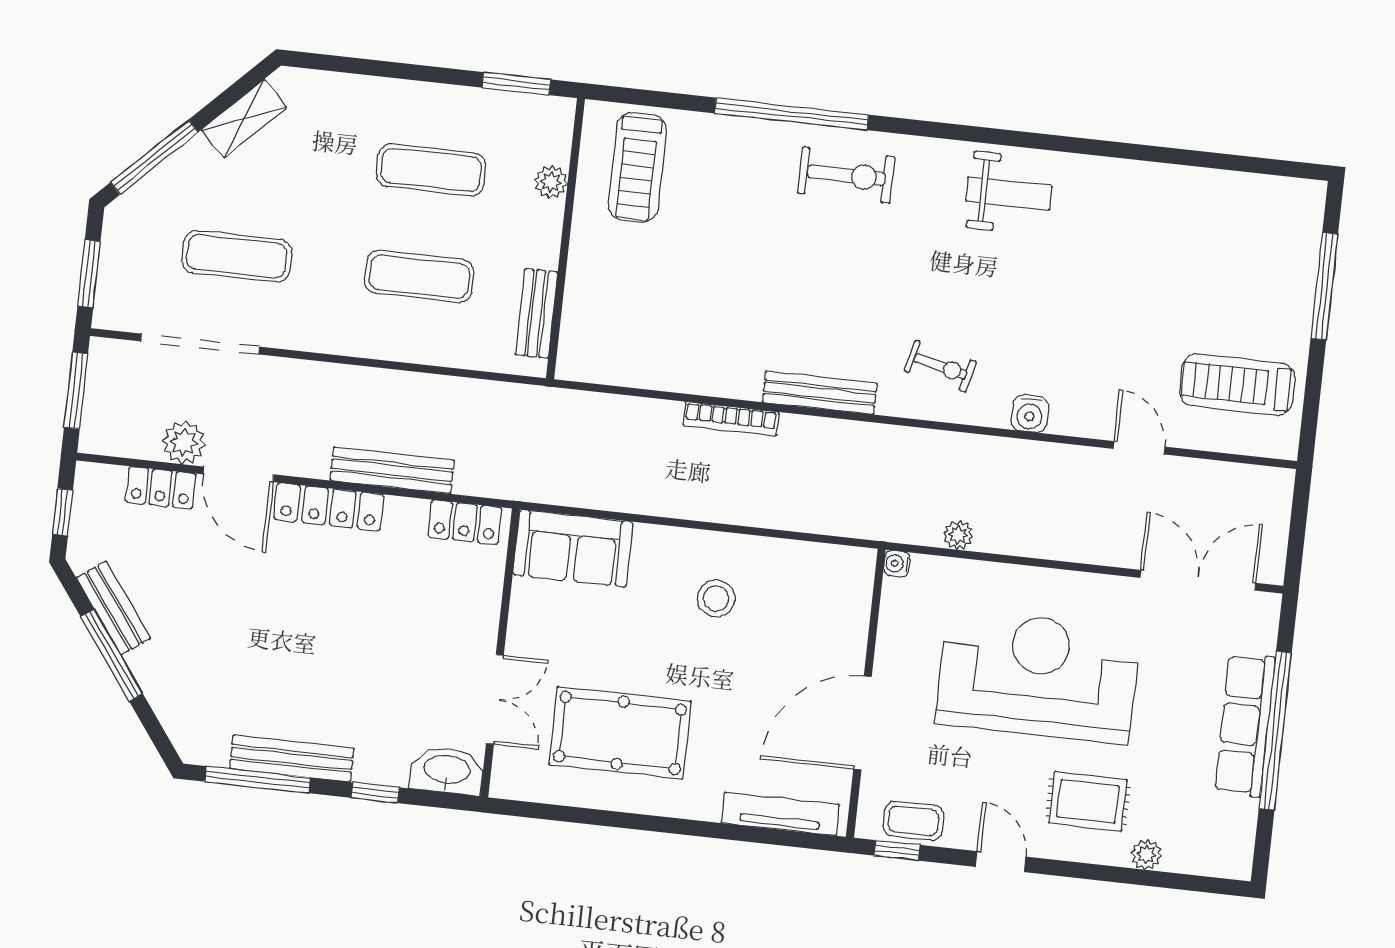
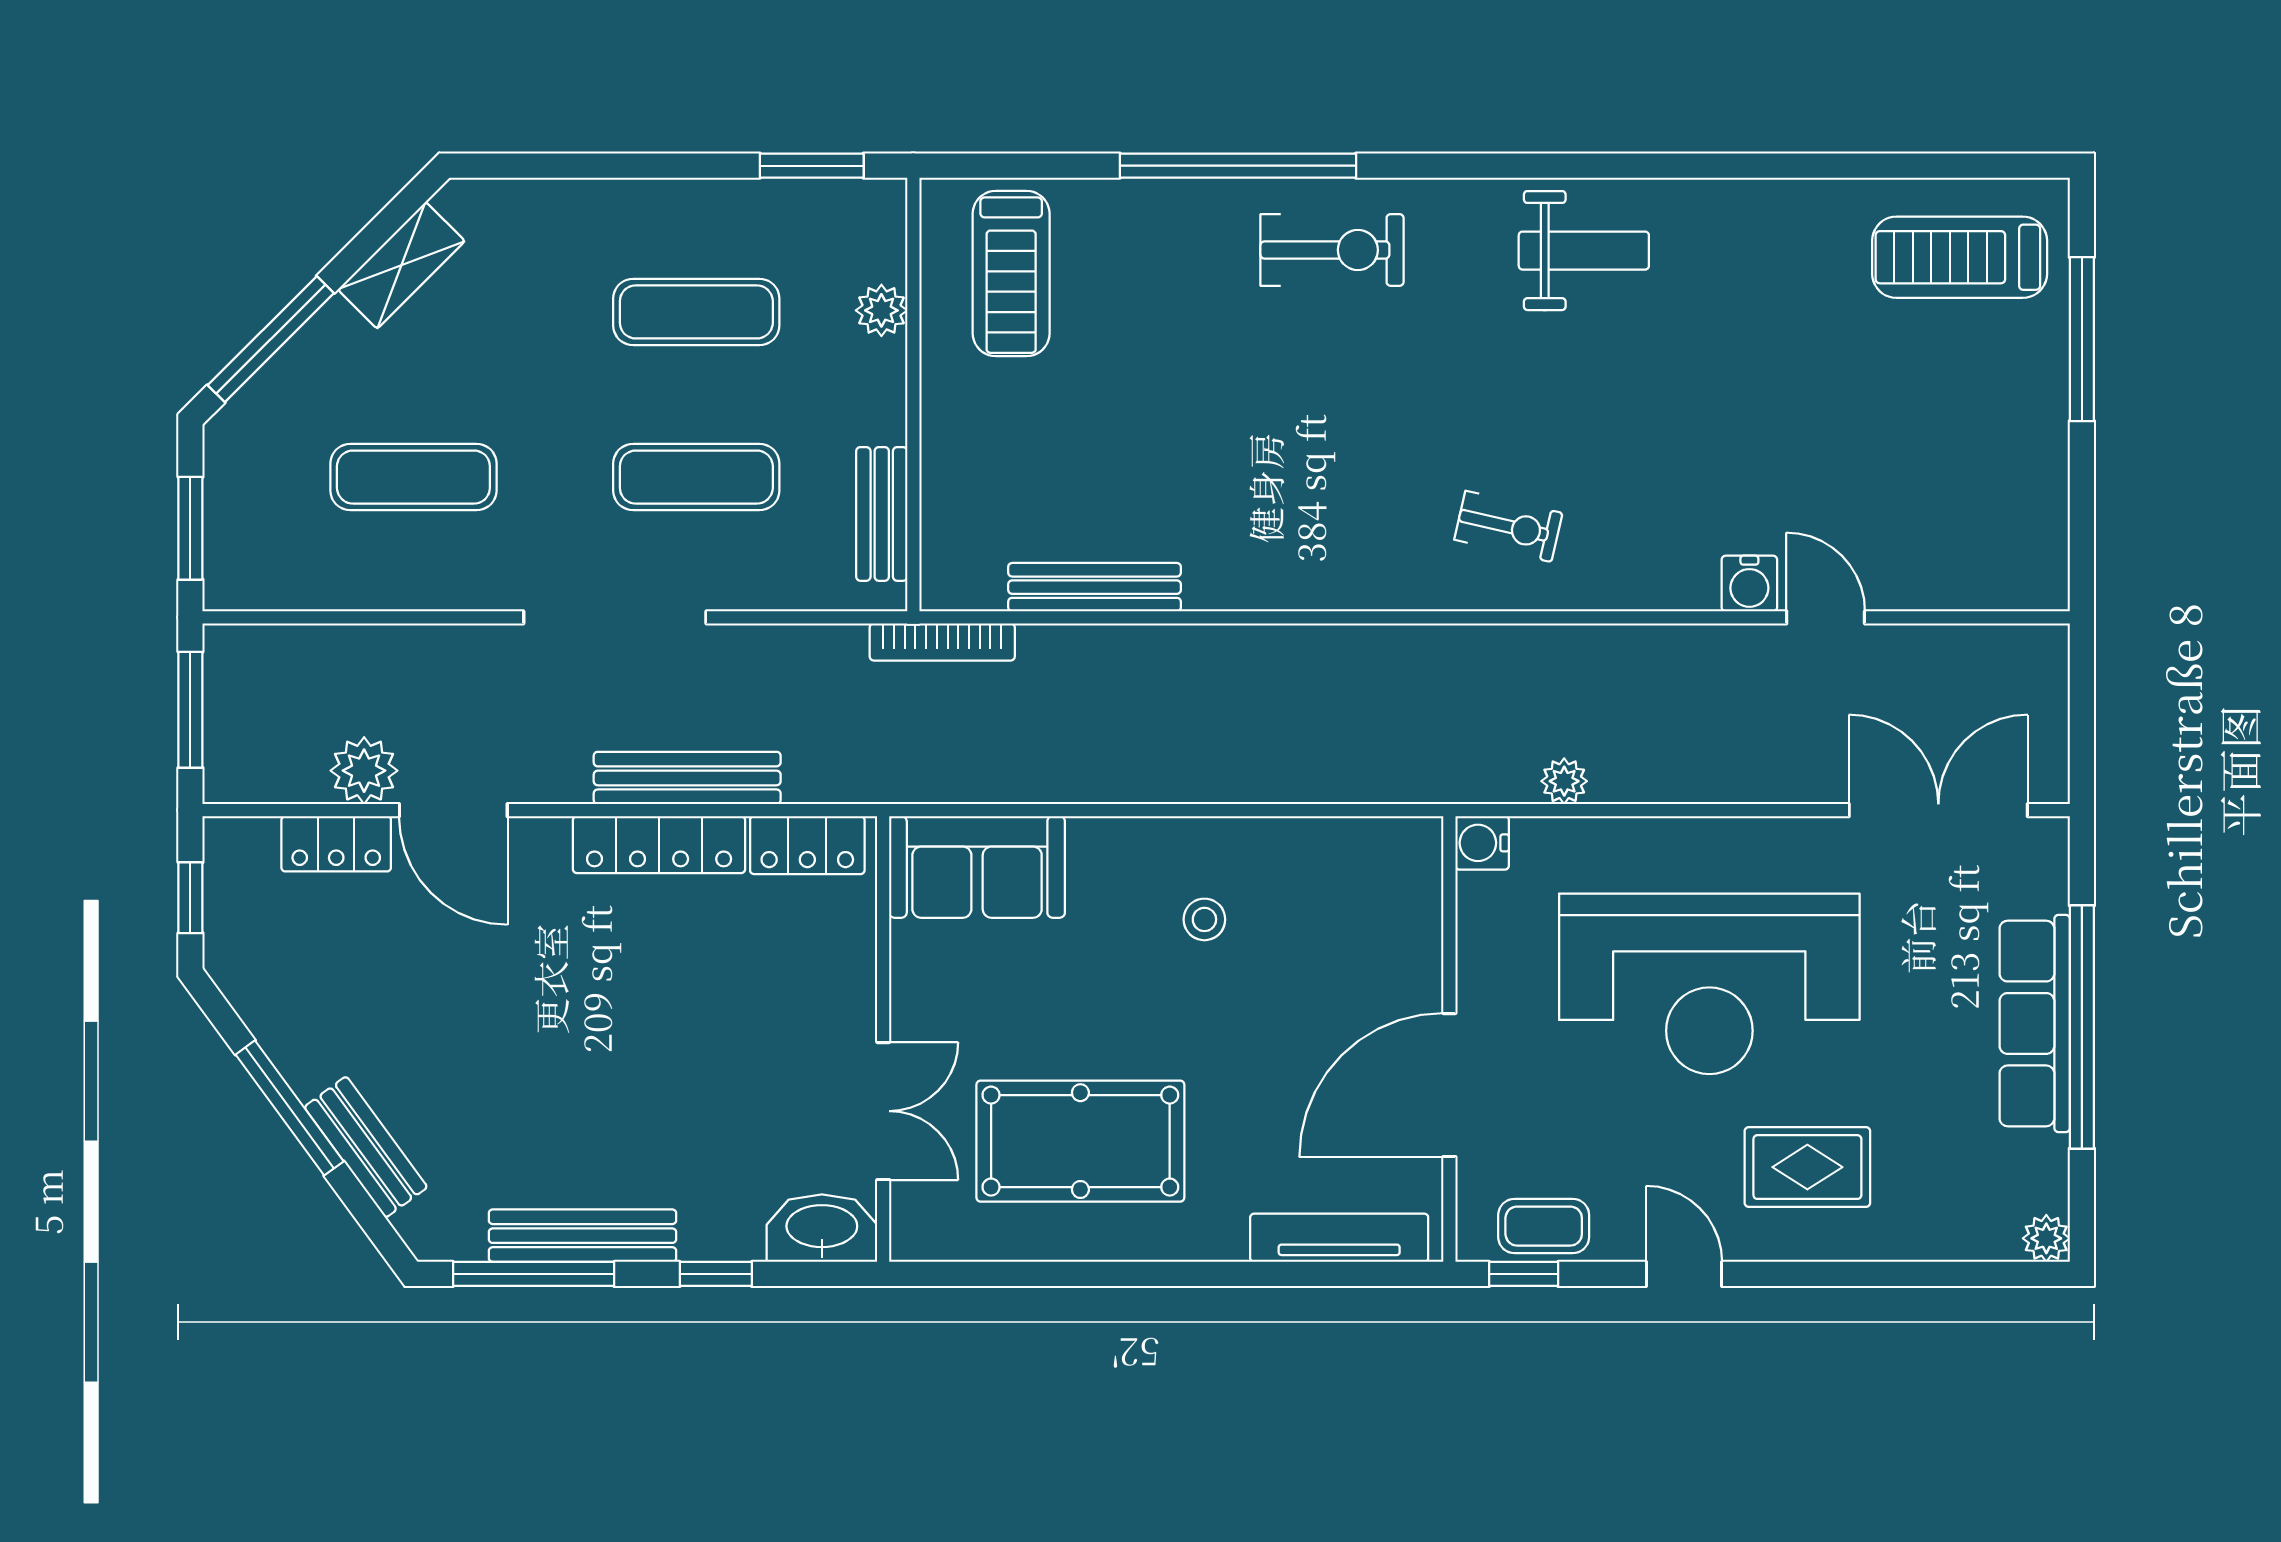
doorway: (200, 344) -> (615, 617), moved
treadmill: (1237, 385) -> (1960, 257), moved
bench: (820, 393) -> (1095, 587), moved
water cooler: (1030, 414) -> (1749, 584), moved
bookcase: (731, 419) -> (942, 642), moved
locker: (329, 507) -> (659, 845), moved
water cooler: (897, 564) -> (1482, 843), width x1.38, depth x1.38
stool: (716, 599) -> (1204, 919), width x0.73, depth x0.73
bench: (113, 608) -> (366, 1147), moved
reception desk: (1038, 676) -> (1709, 984), turned 180
plant: (1146, 855) -> (2046, 1238), moved

